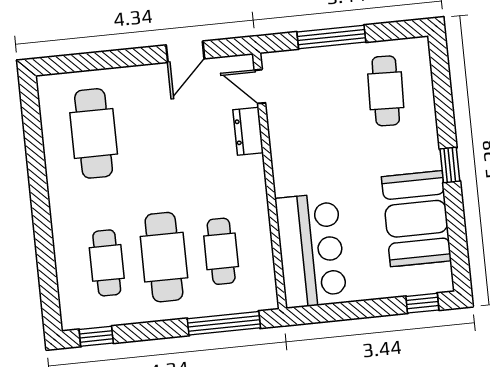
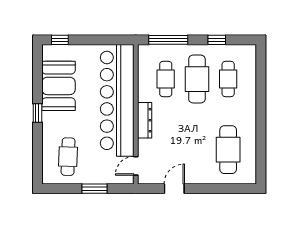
window: (331, 37) -> (94, 189), width x0.69
door: (260, 87) -> (136, 166), swing flipped
dresser: (248, 131) -> (145, 120), moved, width x1.44
bar counter: (311, 250) -> (117, 100), width x1.86
window: (96, 336) -> (217, 40), moved

